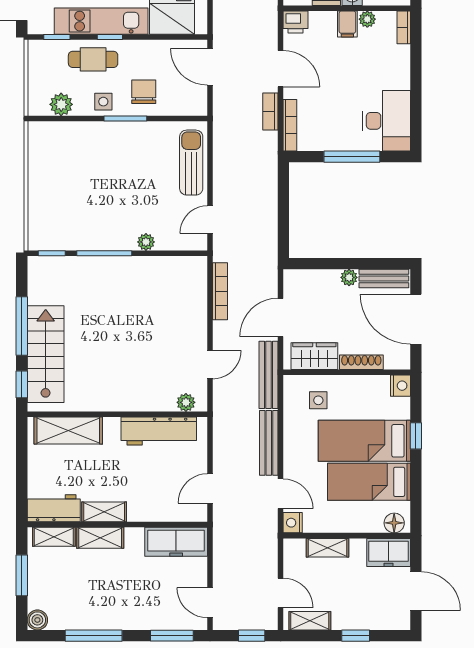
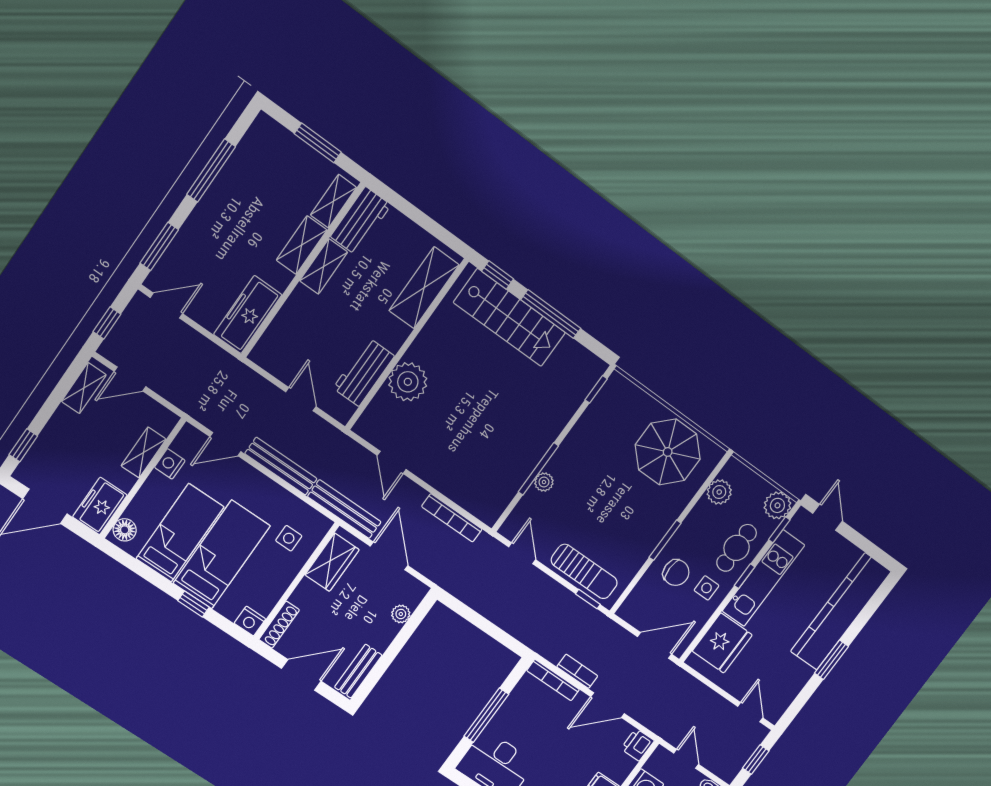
plant: (40, 52) -> (777, 505), added
side table: (103, 102) -> (707, 588), moved
window: (210, 144) -> (588, 599), added
parasol: (59, 166) -> (668, 452), added
window: (104, 253) -> (538, 469), moved
plant: (349, 277) -> (401, 614), moved
door: (416, 319) -> (301, 675), width x0.73
shoe rack: (361, 362) -> (279, 625), moved
plant: (186, 402) -> (408, 382), moved, width x1.88, depth x1.88
workbench: (159, 431) -> (364, 372), width x0.73
door: (210, 488) -> (301, 399), moved
nightstand: (293, 523) -> (170, 464), moved, turned -90
boiler: (37, 620) -> (264, 127), removed
window: (356, 636) -> (23, 445), moved

